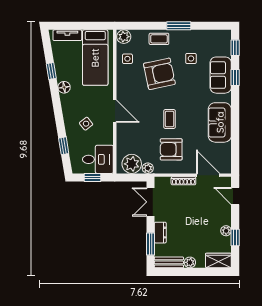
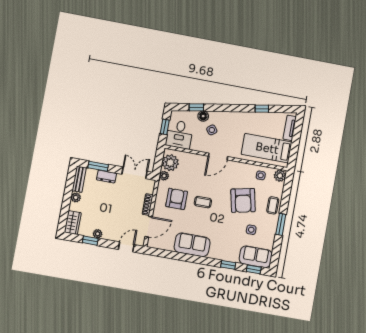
sofa: (221, 75) -> (256, 257), moved
floor lamp: (64, 87) -> (203, 116), moved

